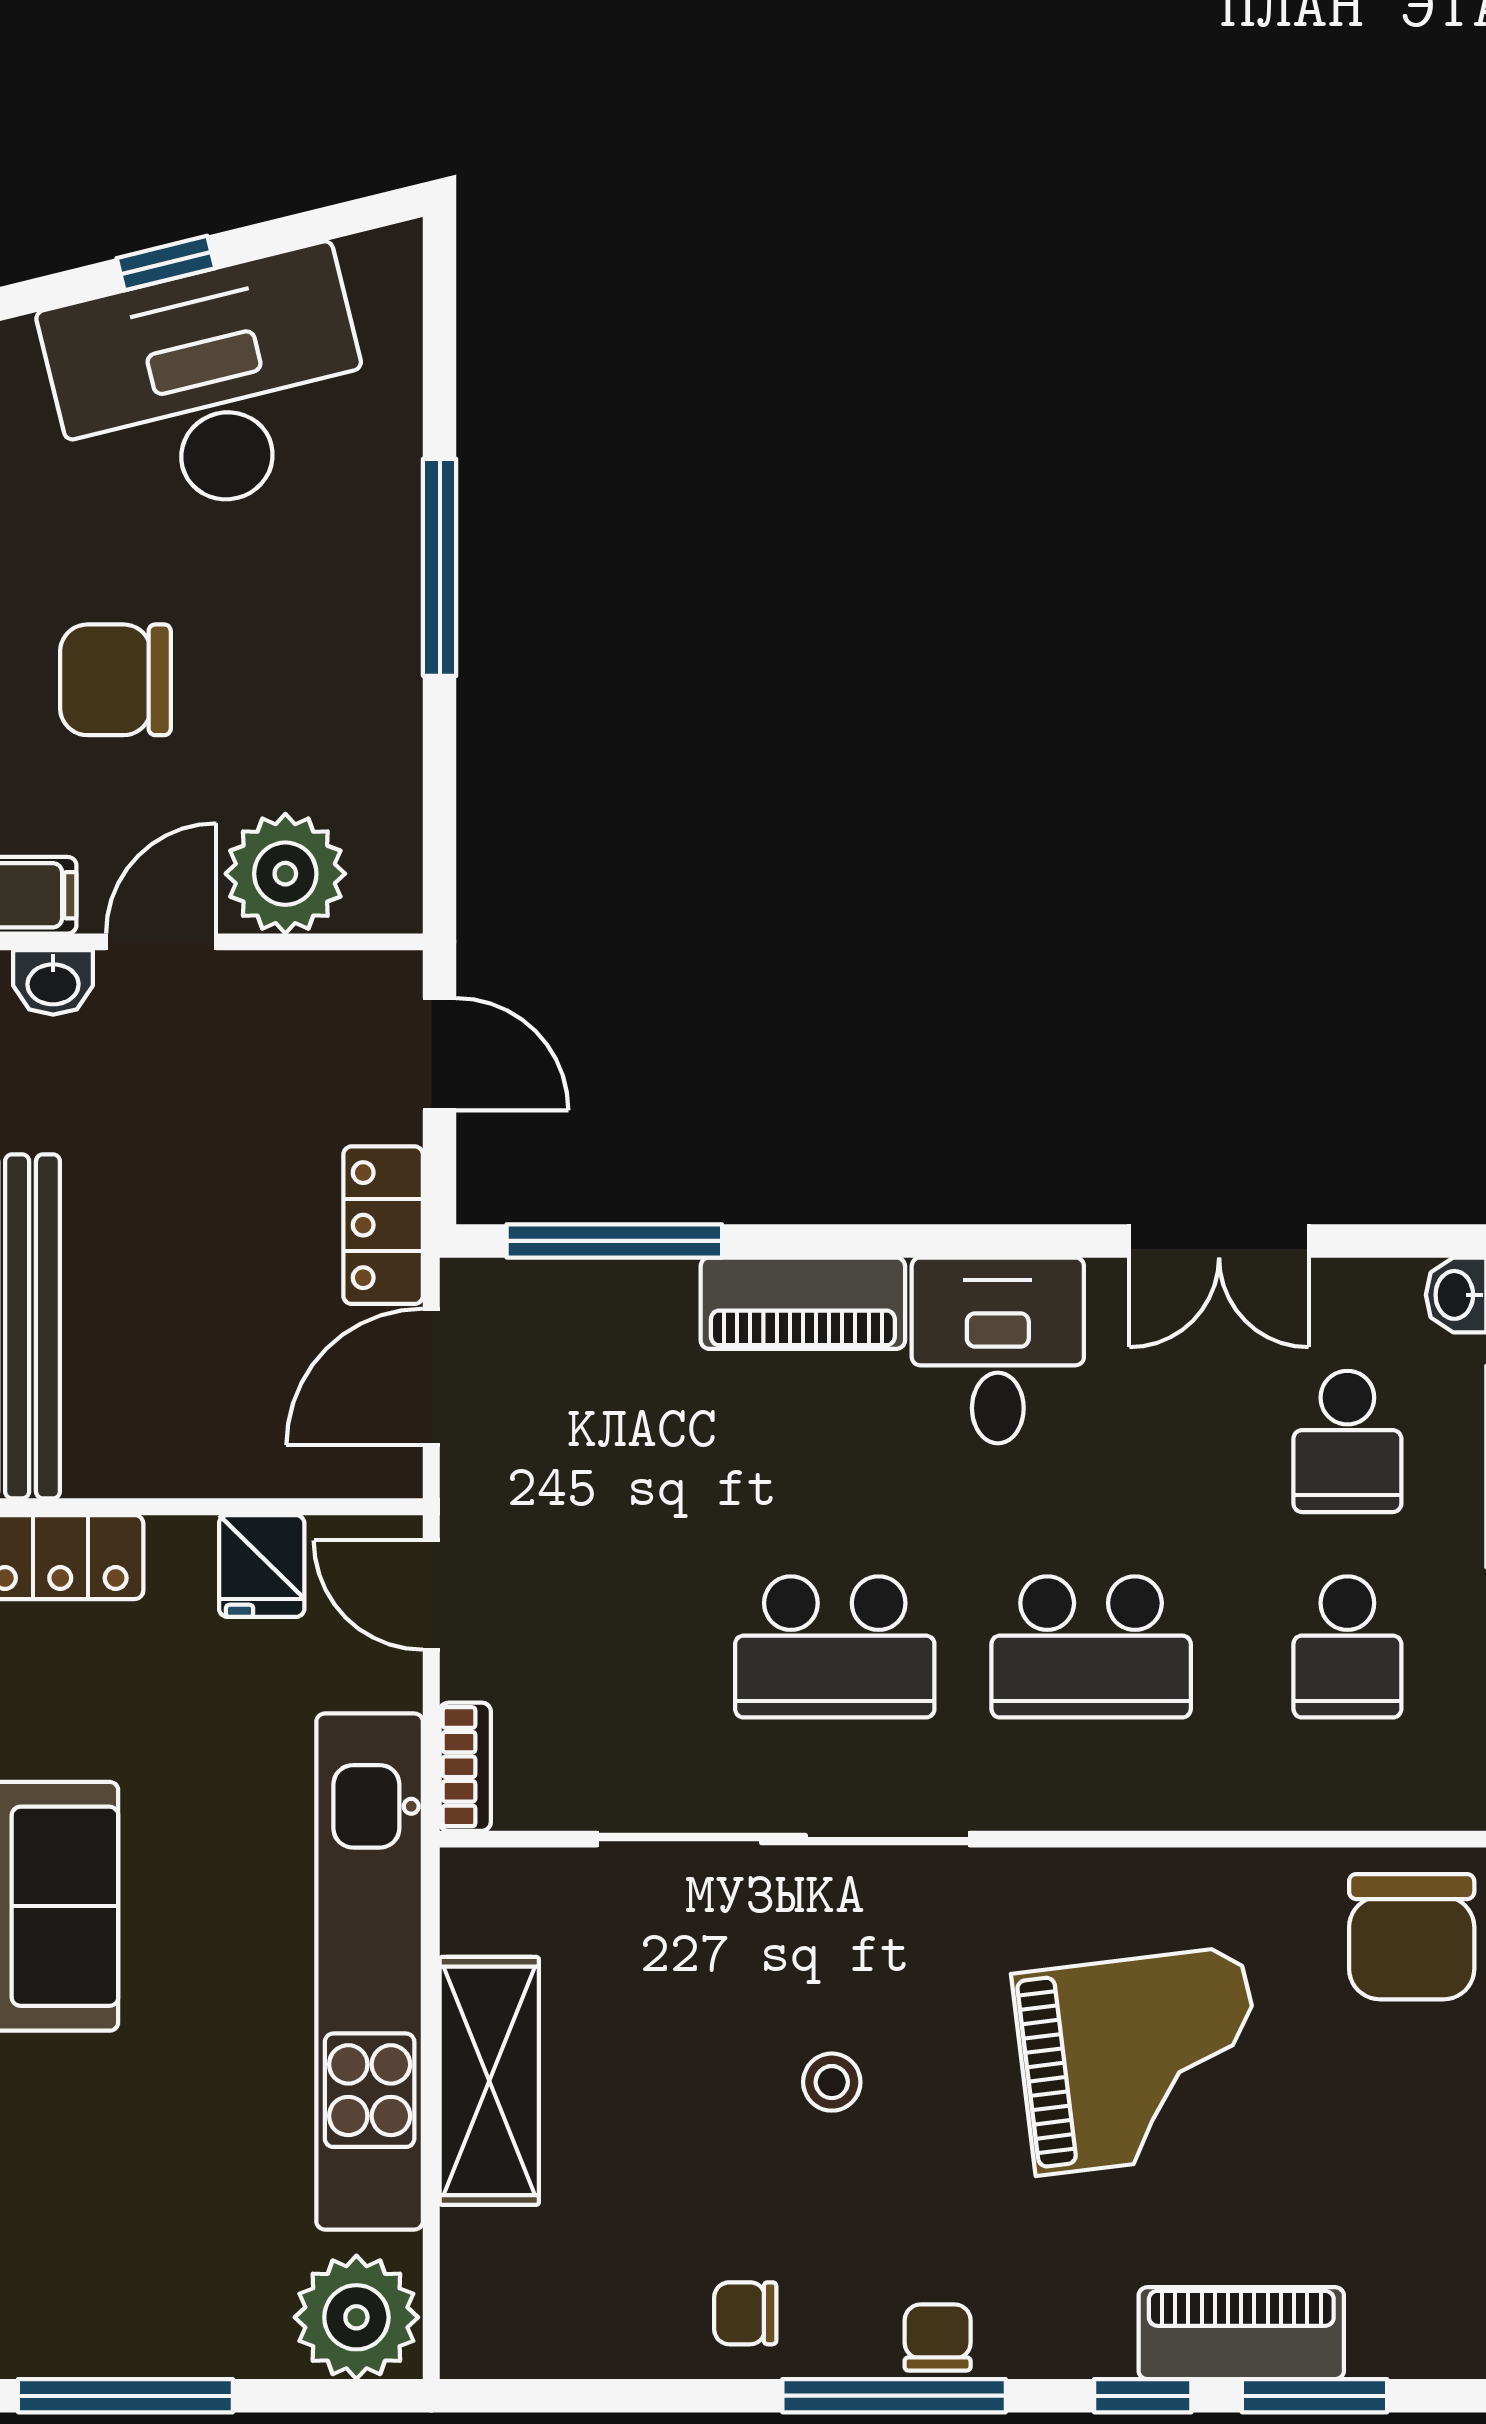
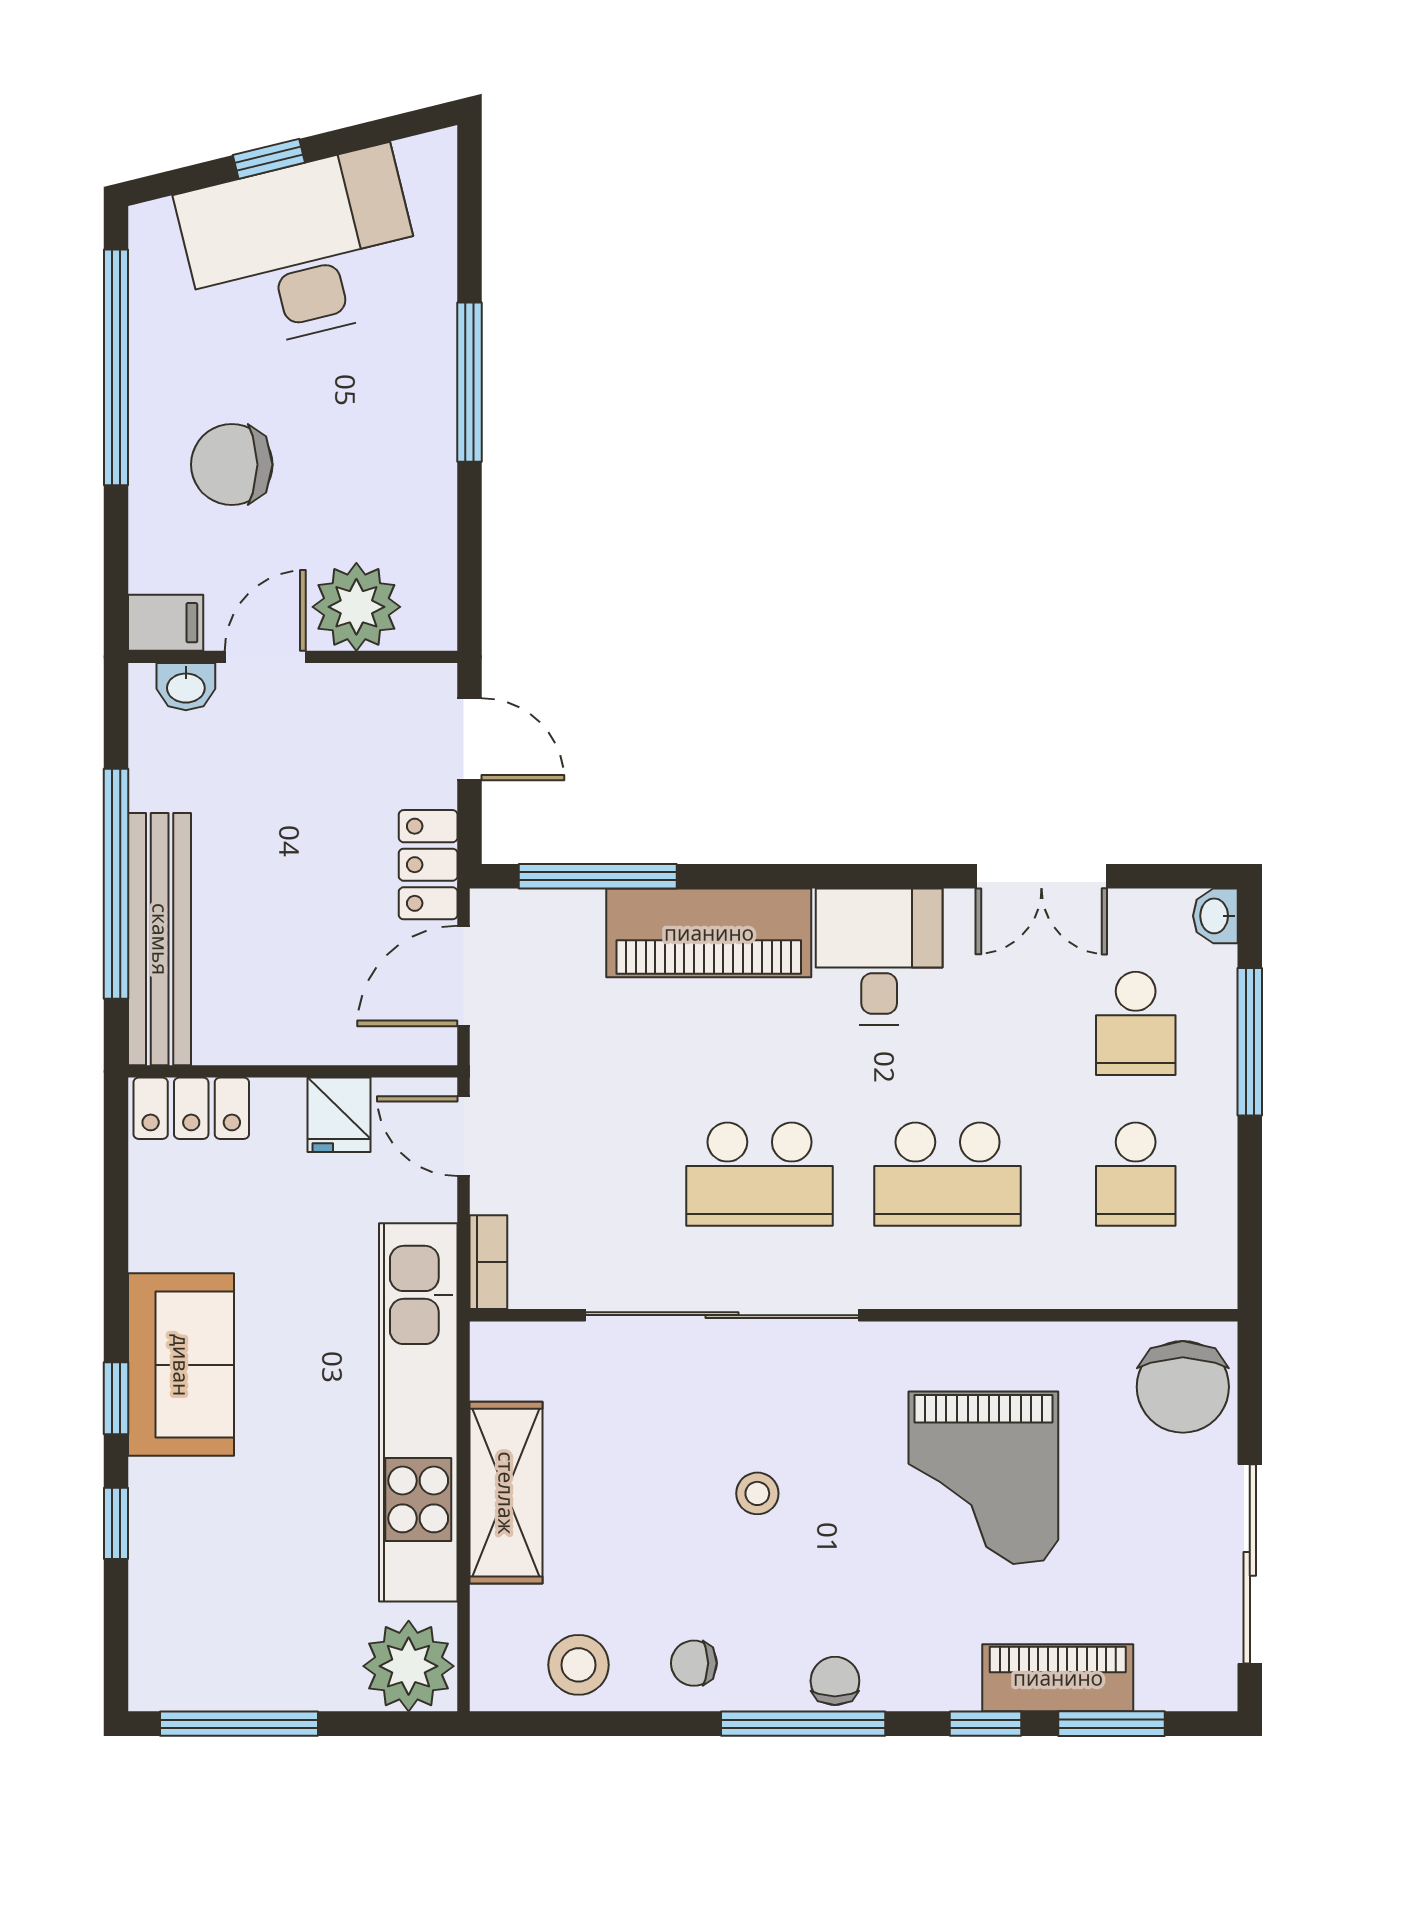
piano: (803, 1303) -> (709, 933), width x1.37, depth x1.33
grand piano: (1140, 2061) -> (983, 1478), turned 97
stool: (588, 2316) -> (578, 1665), added

